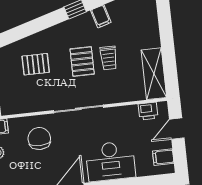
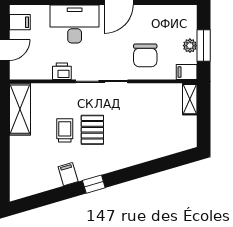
pallet: (36, 64) -> (140, 132), removed
printer: (148, 111) -> (62, 71), moved

